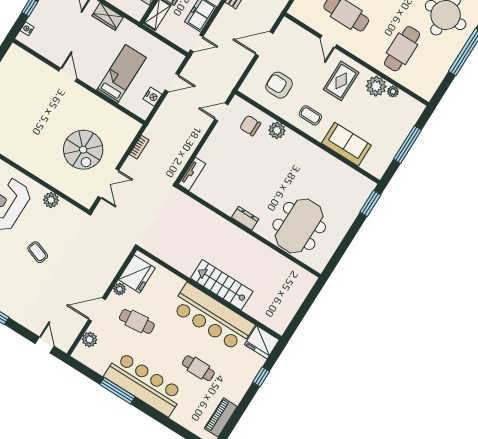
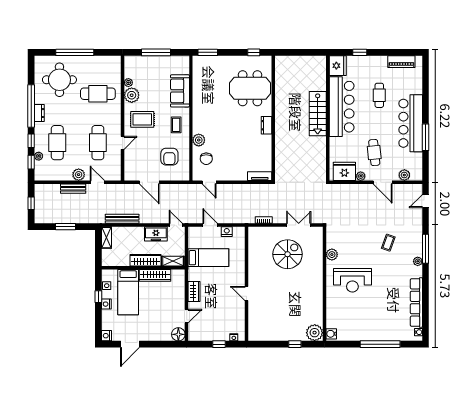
bed: (122, 74) -> (208, 258), moved, turned 180
door: (68, 75) -> (246, 293), hinge flipped
coffee table: (38, 252) -> (388, 243), moved
window: (337, 256) -> (254, 52), added

